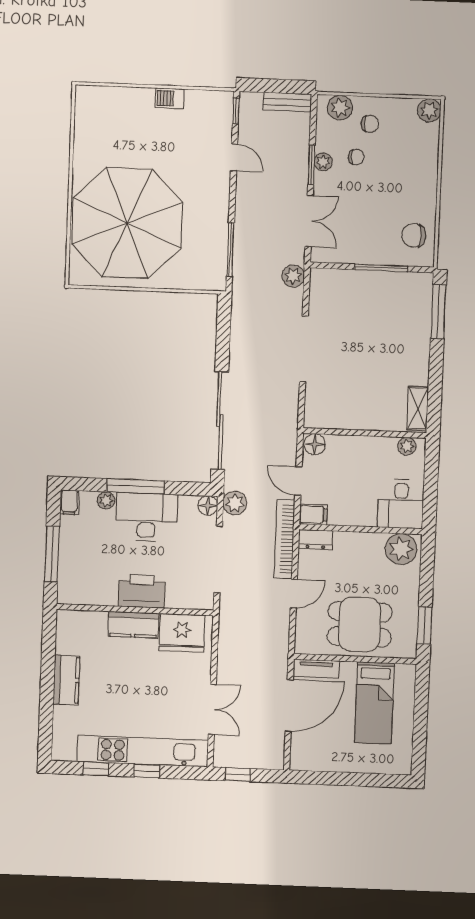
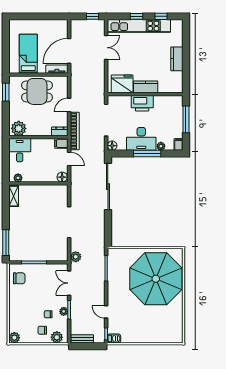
barbecue: (169, 98) -> (114, 338), moved
plant: (235, 503) -> (99, 147), removed
double door: (212, 709) -> (106, 48), swing flipped

